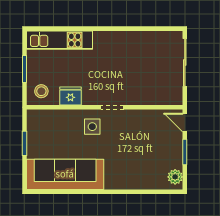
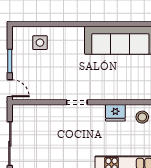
side table: (92, 127) -> (40, 43), moved
plant: (175, 177) -> (19, 38), removed

